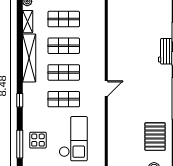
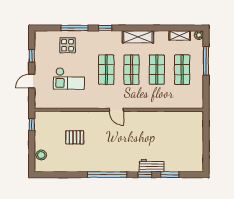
shelving: (29, 58) -> (138, 37), width x0.68
pallet: (155, 137) -> (75, 137), moved, width x0.67, depth x0.71
checkout: (73, 139) -> (69, 79), width x0.73, depth x0.83
window: (20, 144) -> (74, 28), moved

